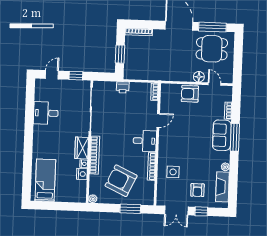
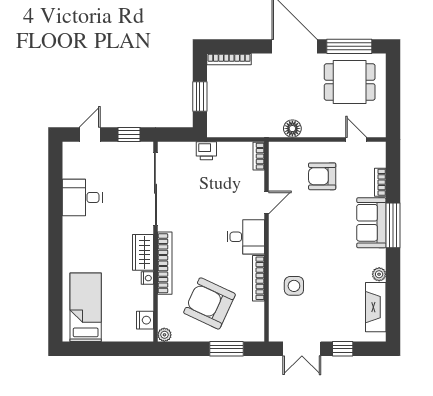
floor lamp: (199, 77) -> (292, 129), moved
armchair: (190, 94) -> (322, 176), moved
nightstand: (82, 174) -> (145, 320), moved
armchair: (197, 190) -> (335, 314), removed

